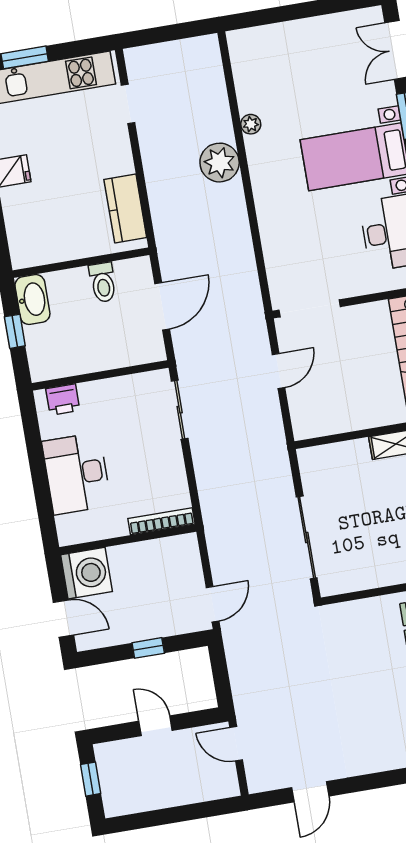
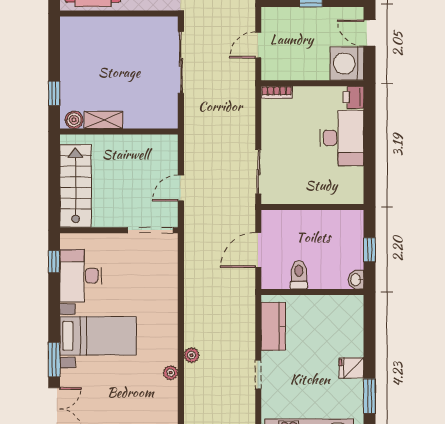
doorway: (128, 104) -> (258, 374), moved
plant: (220, 163) -> (192, 355), width x0.53, depth x0.53
washbasin: (32, 299) -> (356, 280), width x0.52, depth x0.69
printer: (63, 400) -> (353, 97), moved, turned -90
bookcase: (161, 521) -> (277, 92), width x0.64
door: (213, 604) -> (258, 45), moved

